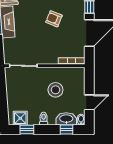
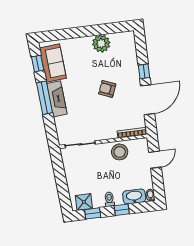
stool: (55, 90) -> (120, 152), moved
door: (89, 102) -> (155, 160), moved
window: (66, 130) -> (122, 210), moved

